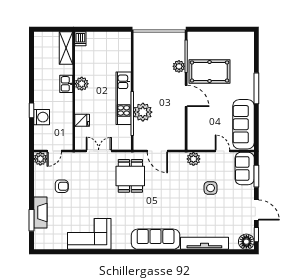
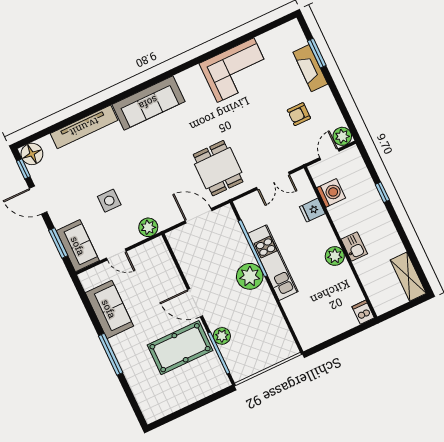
shelving: (66, 48) -> (408, 277), moved
plant: (143, 112) -> (250, 276), moved
washing machine: (42, 117) -> (331, 193), moved, turned 180
sofa: (244, 124) -> (109, 309), width x0.73

